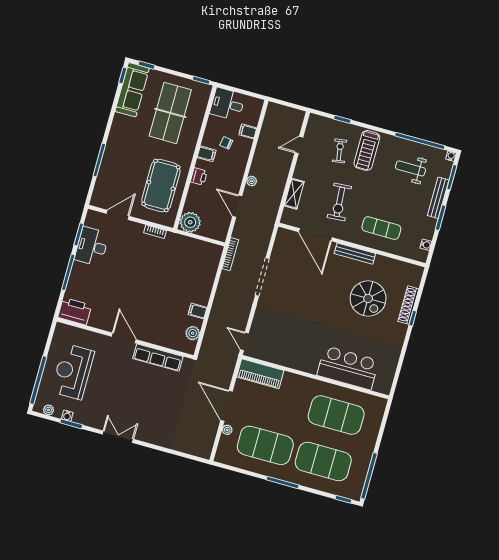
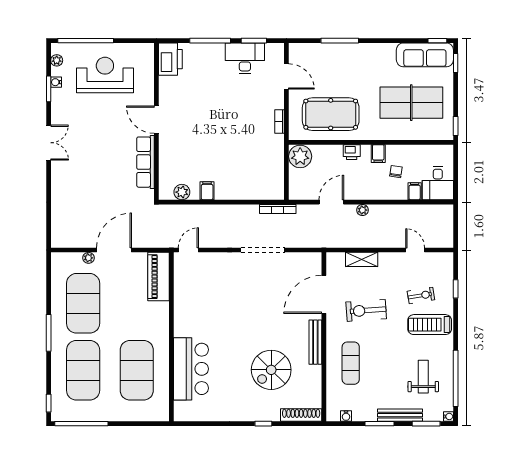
desk: (227, 104) -> (438, 183), moved, turned 180
shoe rack: (408, 305) -> (301, 415), moved
door: (124, 338) -> (156, 120), swing flipped

